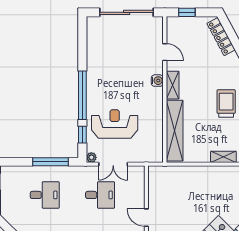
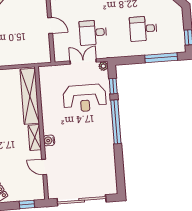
window: (51, 162) -> (161, 58), moved
door: (146, 218) -> (50, 25), moved

